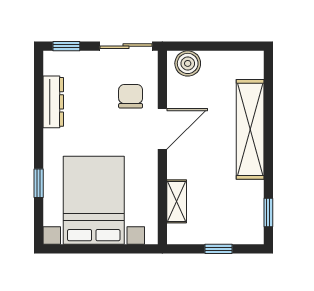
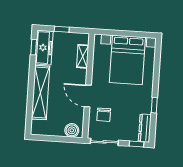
dresser: (53, 102) -> (145, 128), moved
door: (162, 129) -> (88, 96), hinge flipped
window: (39, 183) -> (154, 105), moved
freezer: (249, 213) -> (44, 48), added

